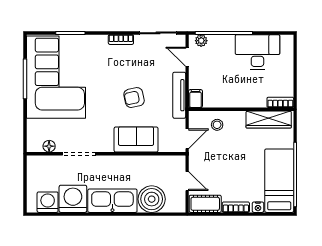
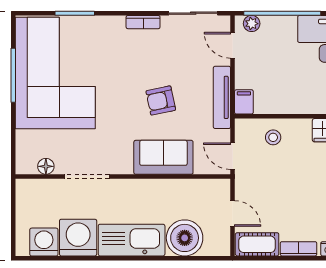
door: (187, 139) -> (233, 156), swing flipped

